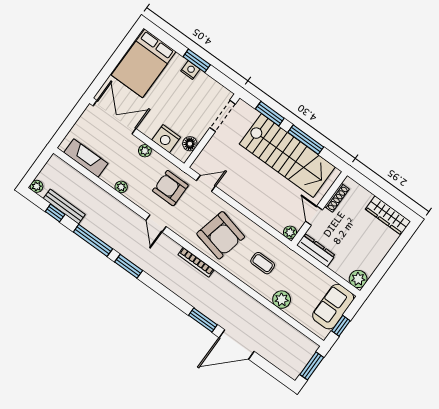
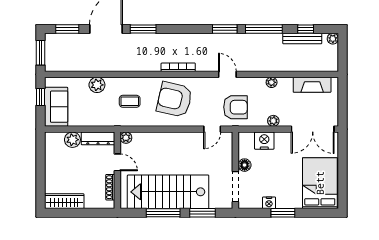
nightstand: (190, 70) -> (269, 203), moved
floor lamp: (190, 144) -> (245, 165), moved
plant: (358, 279) -> (72, 140), moved
window: (272, 370) -> (67, 29), added

